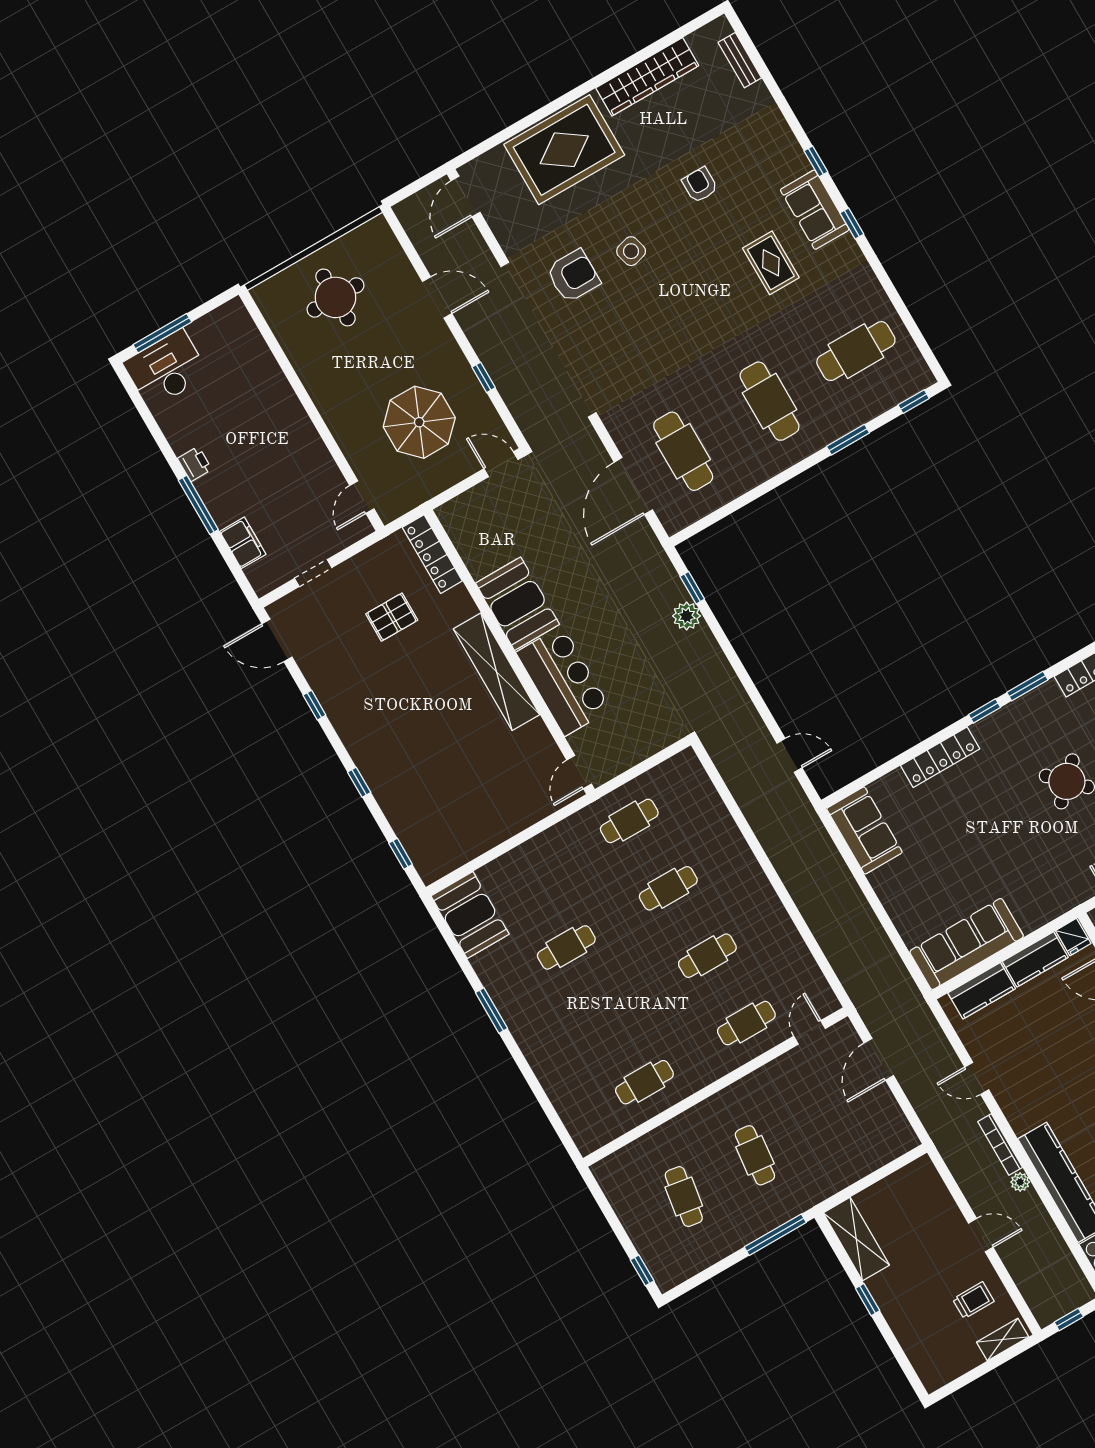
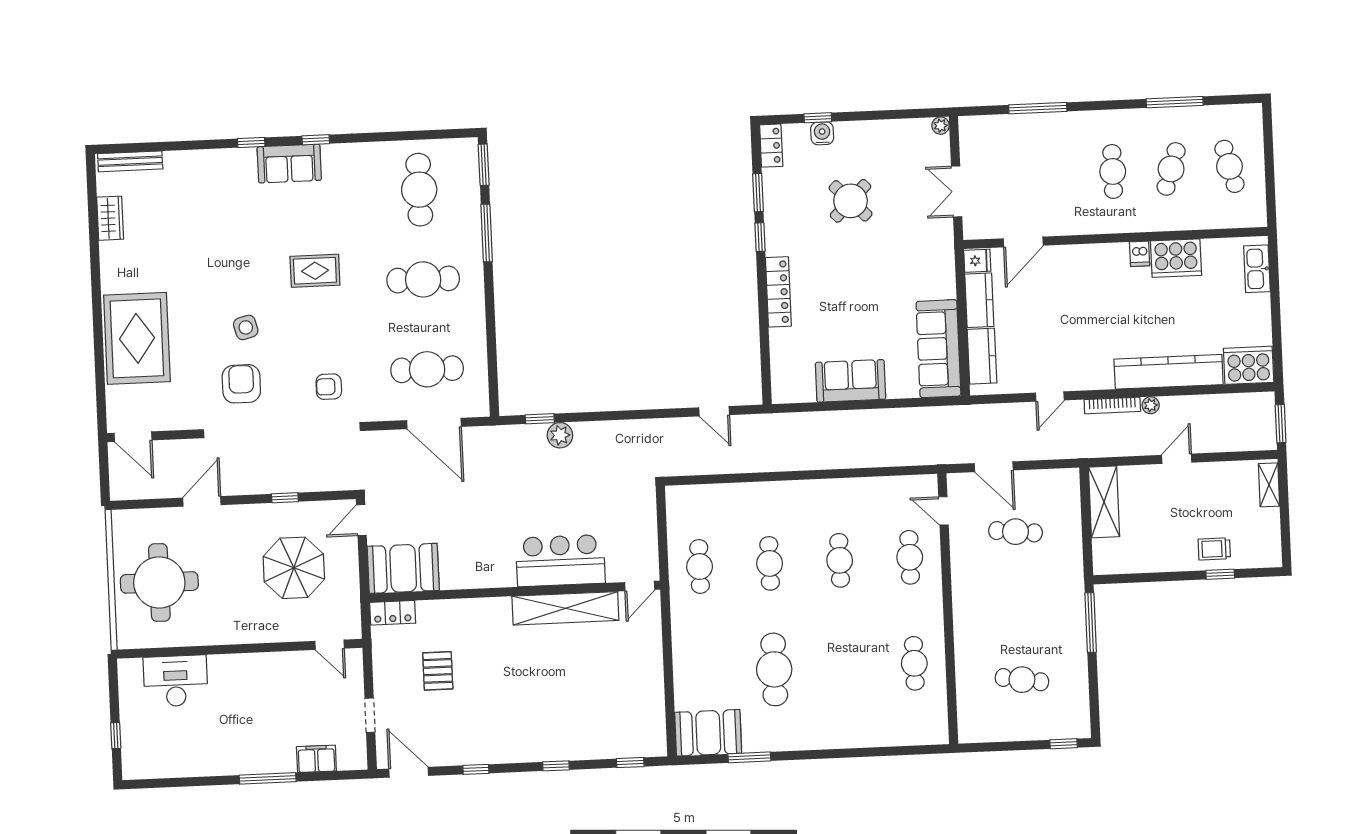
bench: (740, 60) -> (130, 161), width x1.36
wardrobe: (647, 77) -> (110, 218), width x0.48, depth x0.85
armchair: (700, 185) -> (329, 387), moved
rug: (771, 263) -> (315, 271), moved
round table: (335, 297) -> (159, 582), width x1.36, depth x1.36
window: (162, 333) -> (116, 736), width x0.46
desk: (166, 369) -> (176, 681), moved, turned 90
window: (914, 402) -> (484, 165), width x1.50
window: (848, 440) -> (487, 233), width x1.44
printer: (195, 464) -> (233, 764), removed
locker: (432, 554) -> (393, 613), width x0.66
booth: (518, 604) -> (403, 568), moved
door: (277, 640) -> (409, 772), swing flipped
shelving: (497, 672) -> (565, 608), moved
door: (790, 755) -> (714, 411), swing flipped
door: (579, 772) -> (640, 586), hinge flipped
sofa: (864, 831) -> (850, 381), moved
cafe table: (566, 947) -> (774, 669), width x1.37, depth x1.35
window: (491, 1011) -> (749, 757), moved
cafe table: (755, 1155) -> (1016, 532), moved
shelving: (856, 1239) -> (1104, 502), moved, turned 90
window: (868, 1300) -> (1220, 574), moved
trolley: (973, 1300) -> (1214, 549), moved, turned -90
window: (1069, 1319) -> (1281, 424), width x1.50

